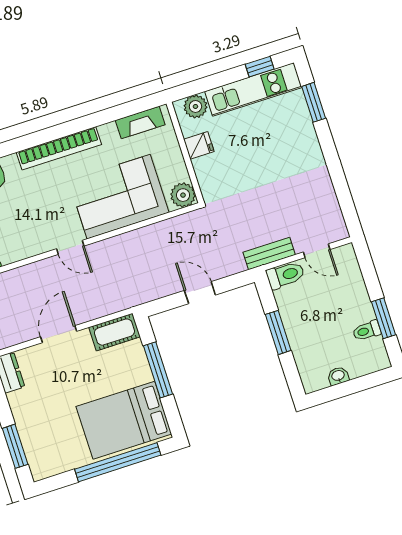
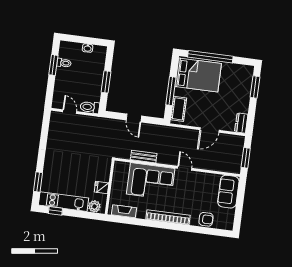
plant: (183, 195) -> (120, 168), removed
bench: (269, 254) -> (144, 157), moved
cot: (114, 332) -> (179, 109), moved, turned 90

